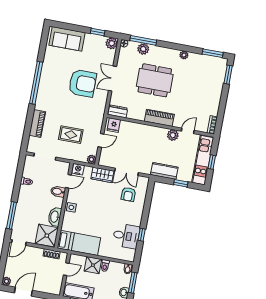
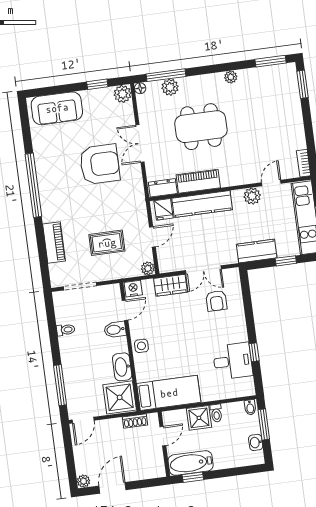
piano: (159, 118) -> (198, 181), moved
kitchen counter: (139, 130) -> (202, 204), added

